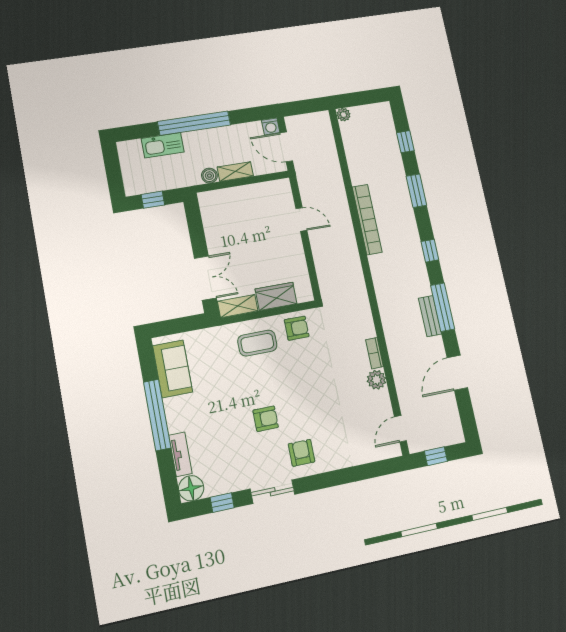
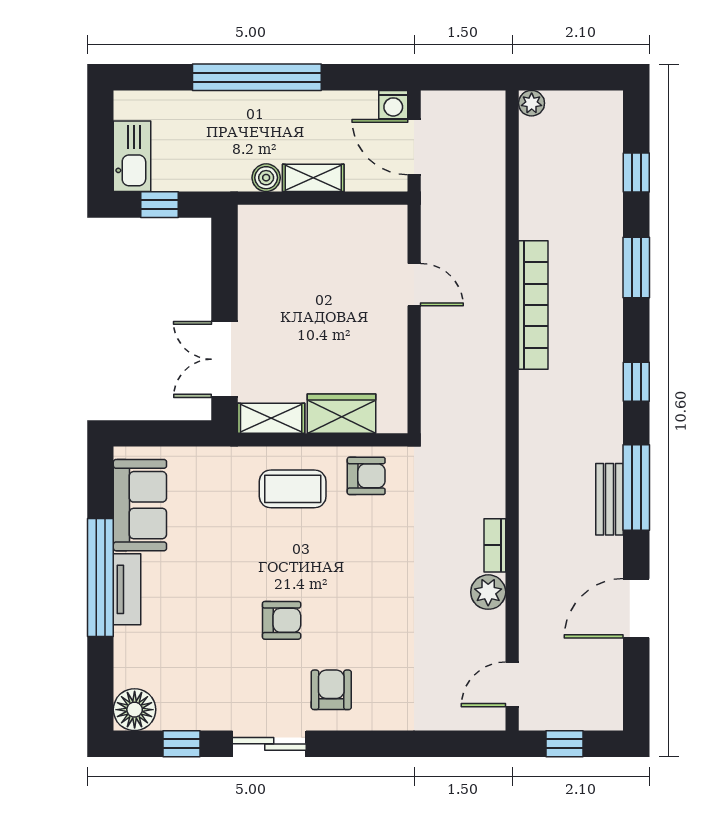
kitchen sink: (163, 145) -> (132, 156), moved, turned -90
double door: (205, 278) -> (225, 359), swing flipped
tv unit: (180, 454) -> (127, 589), moved

